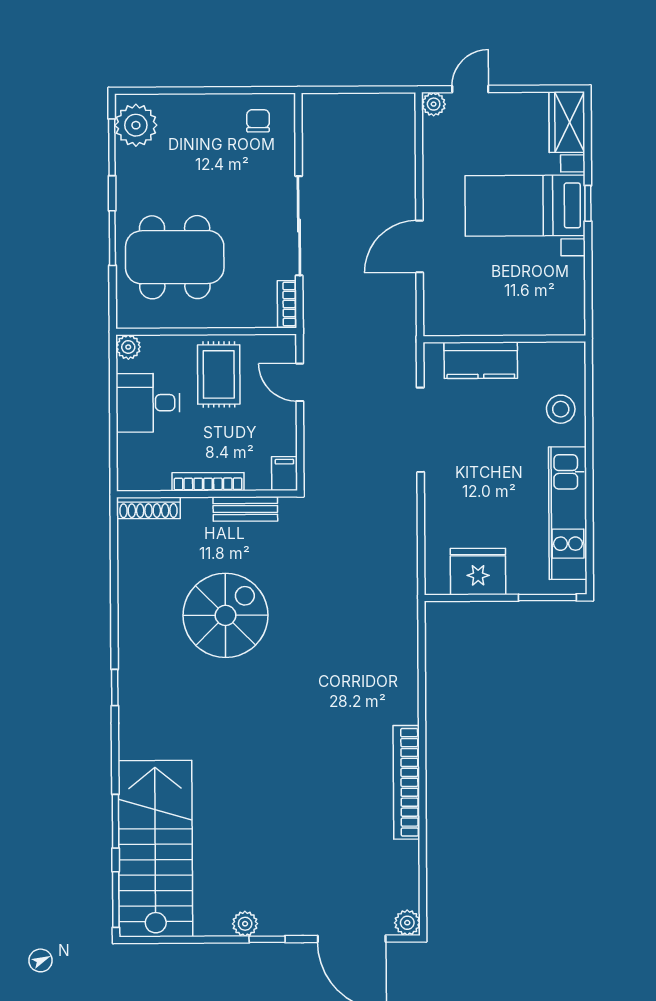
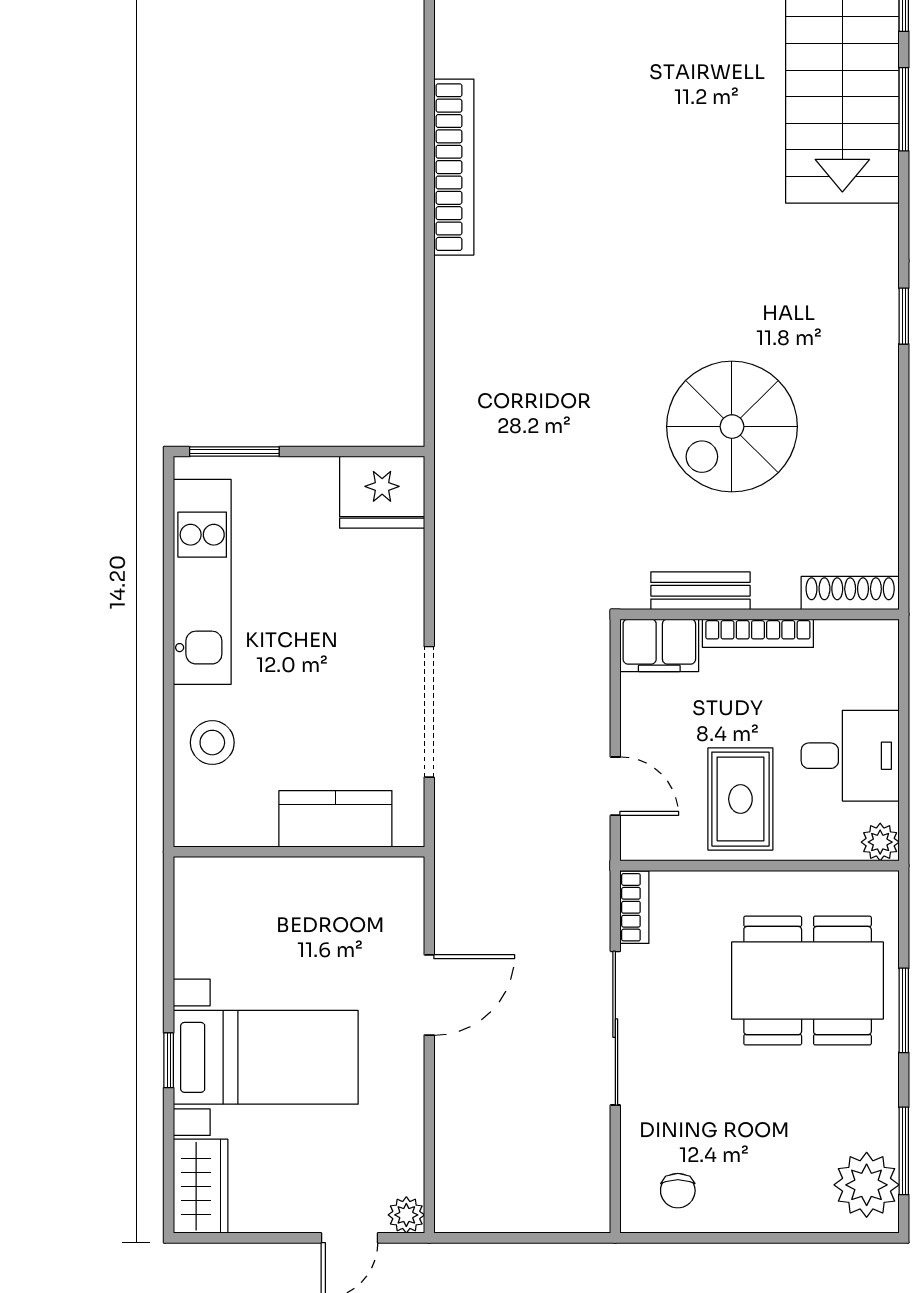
filing cabinet: (285, 474) -> (659, 645), width x2.00
fridge: (478, 572) -> (382, 492), moved

